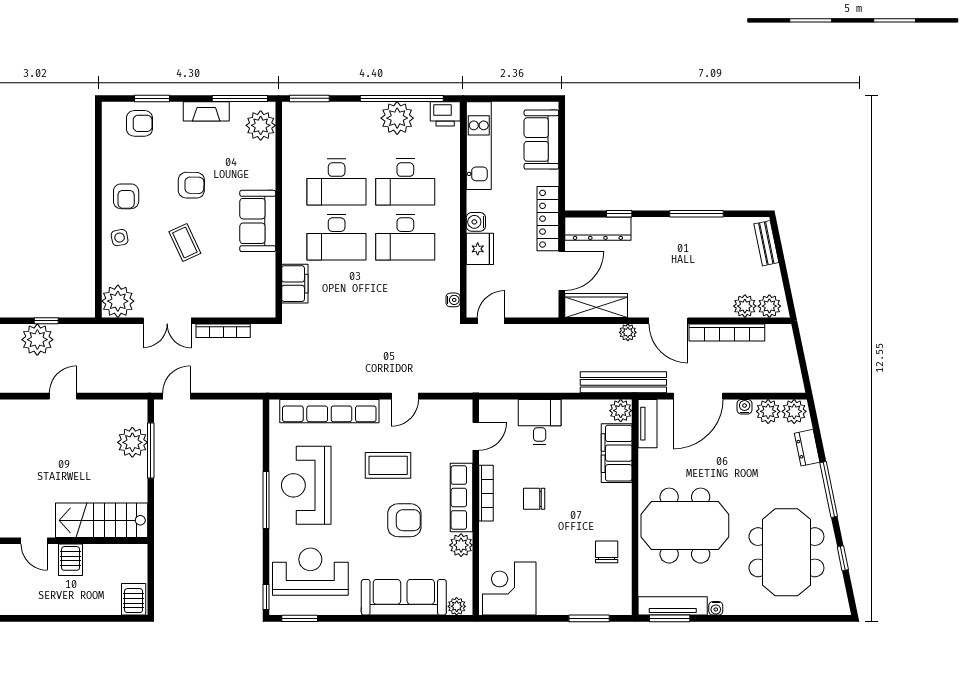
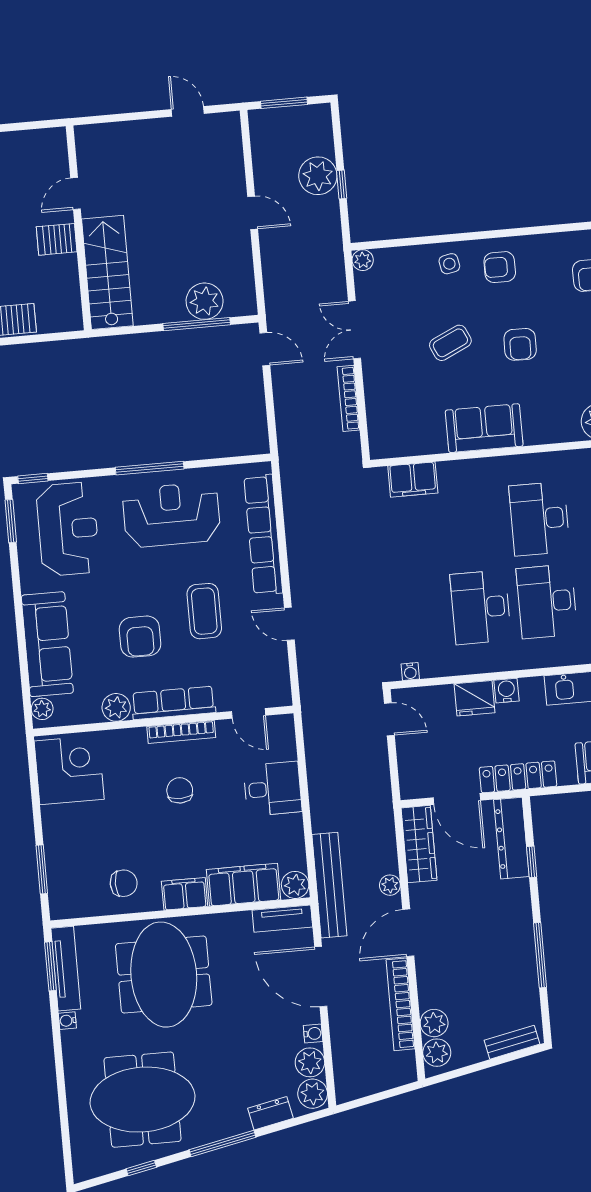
desk: (337, 237) -> (473, 525), removed
plant: (118, 301) -> (363, 260), width x0.53, depth x0.53
filing cabinet: (620, 502) -> (185, 894), added

